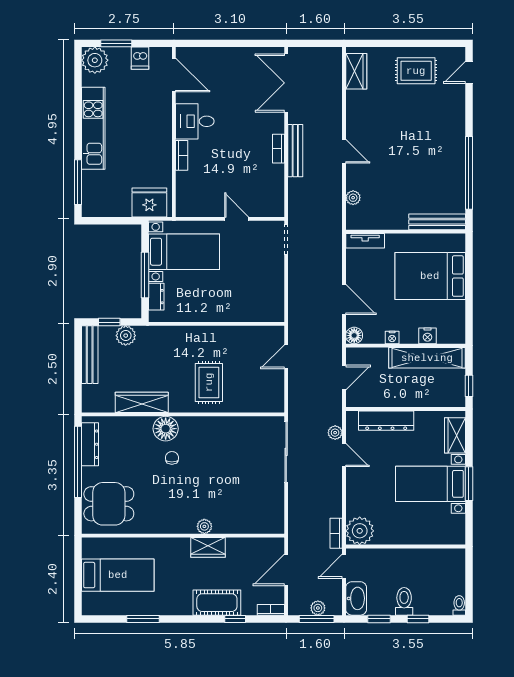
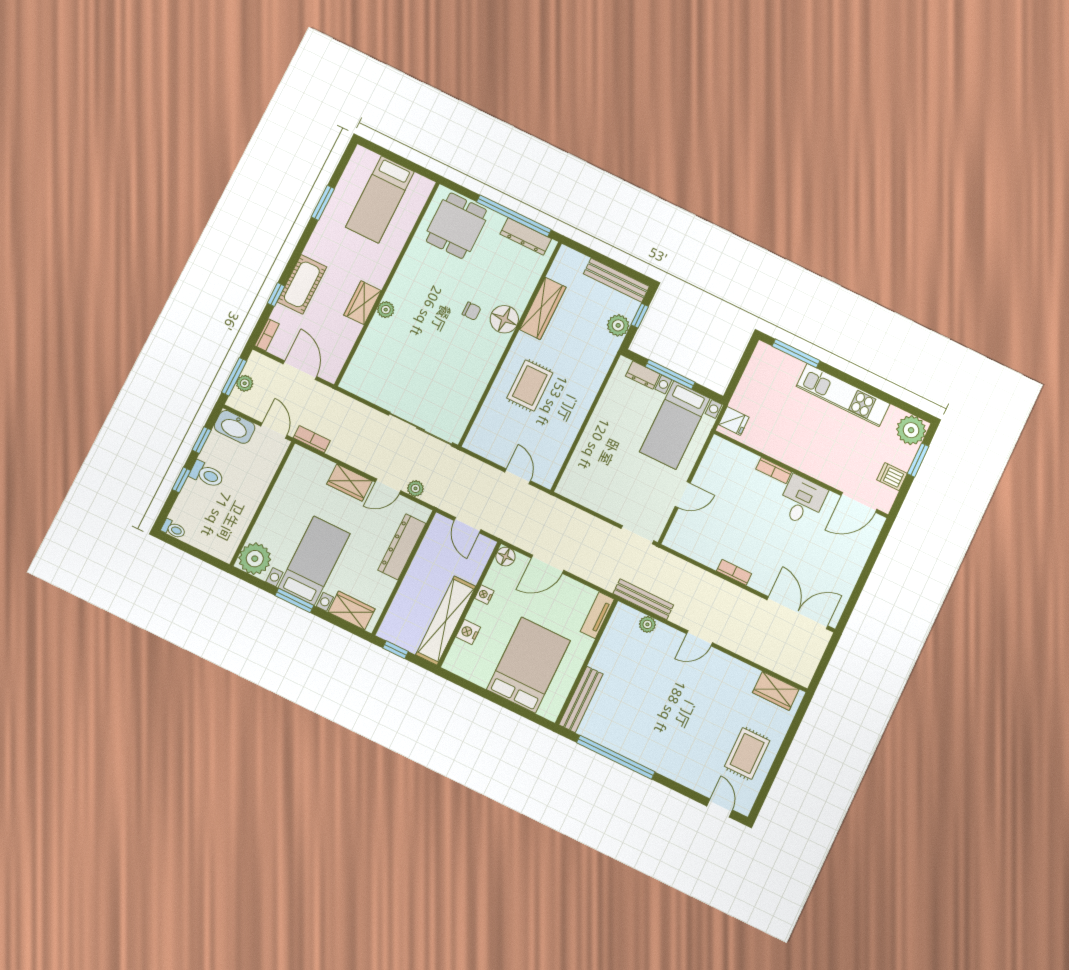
bench: (295, 151) -> (643, 599), moved
fridge: (149, 203) -> (734, 421), width x0.53, depth x0.75
rug: (209, 382) -> (530, 385), turned 90
wardrobe: (356, 487) -> (349, 483), added
plant: (360, 531) -> (255, 559), moved

